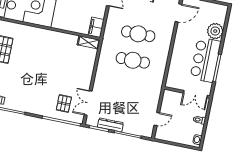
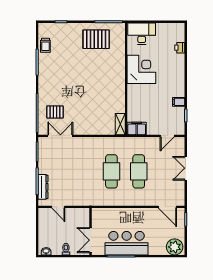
plant: (215, 31) -> (175, 247), moved
dresser: (110, 125) -> (43, 187), moved

